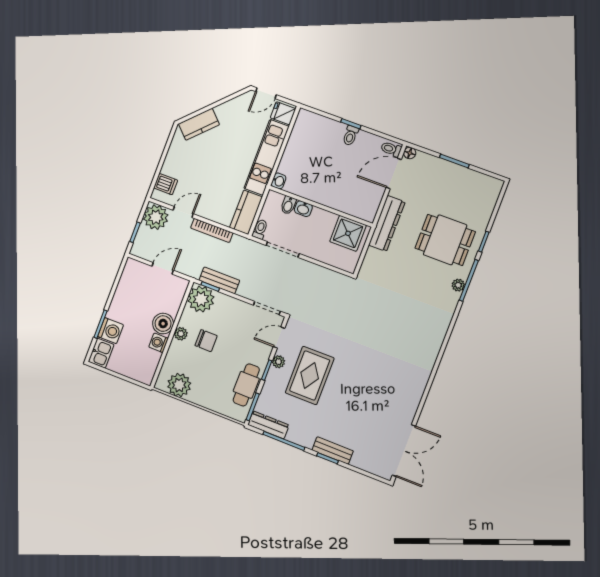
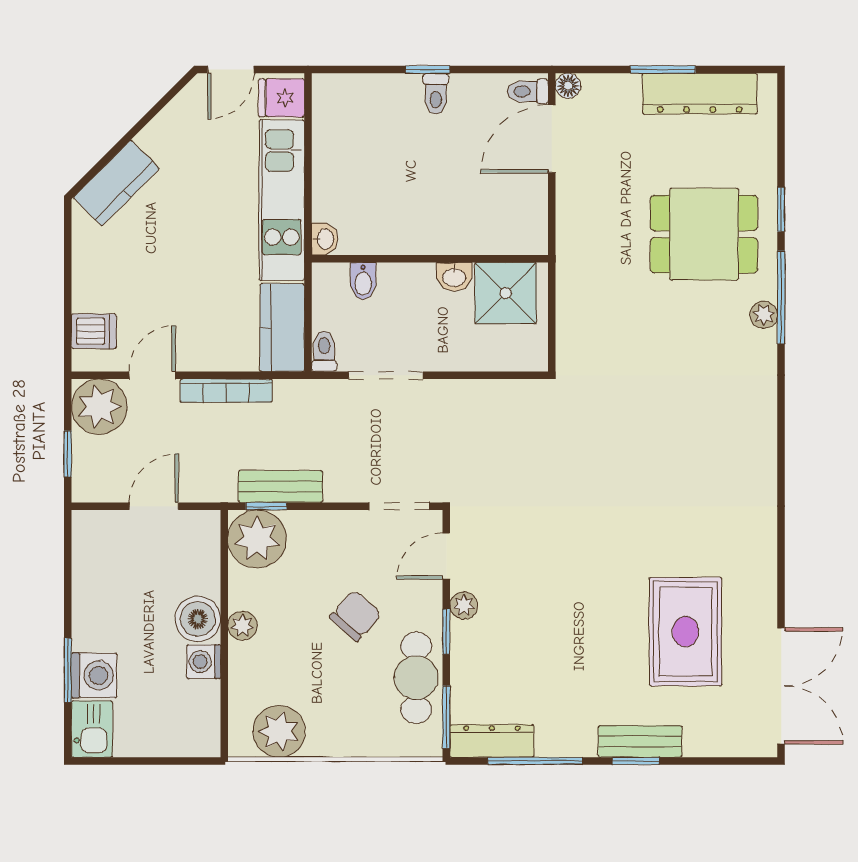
washbasin: (303, 209) -> (454, 277), moved
dresser: (387, 223) -> (700, 94), moved, turned 90
chair: (206, 341) -> (355, 616), moved, turned -48
rug: (310, 375) -> (685, 632), moved

